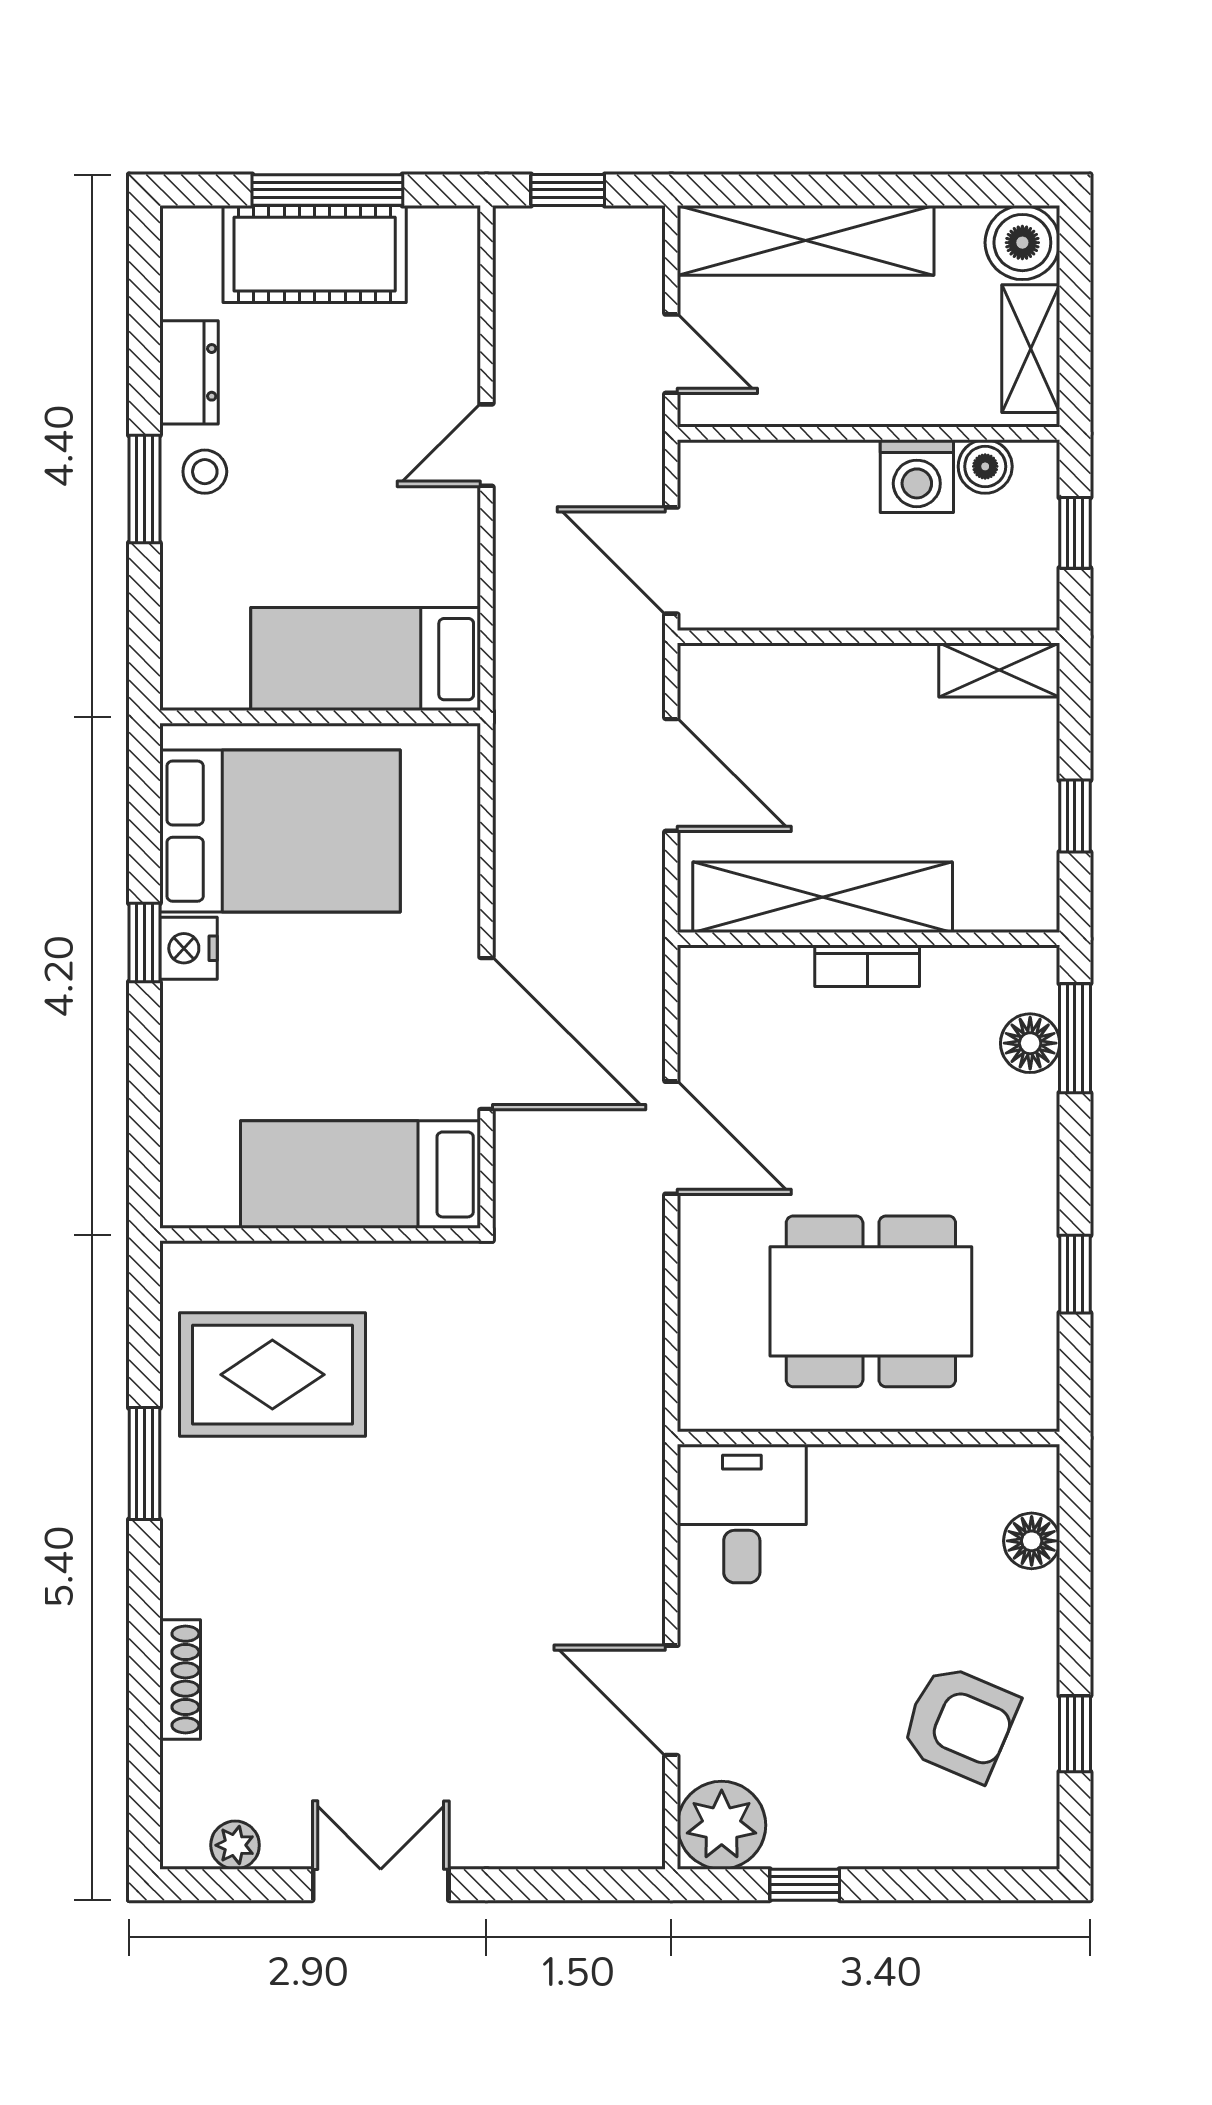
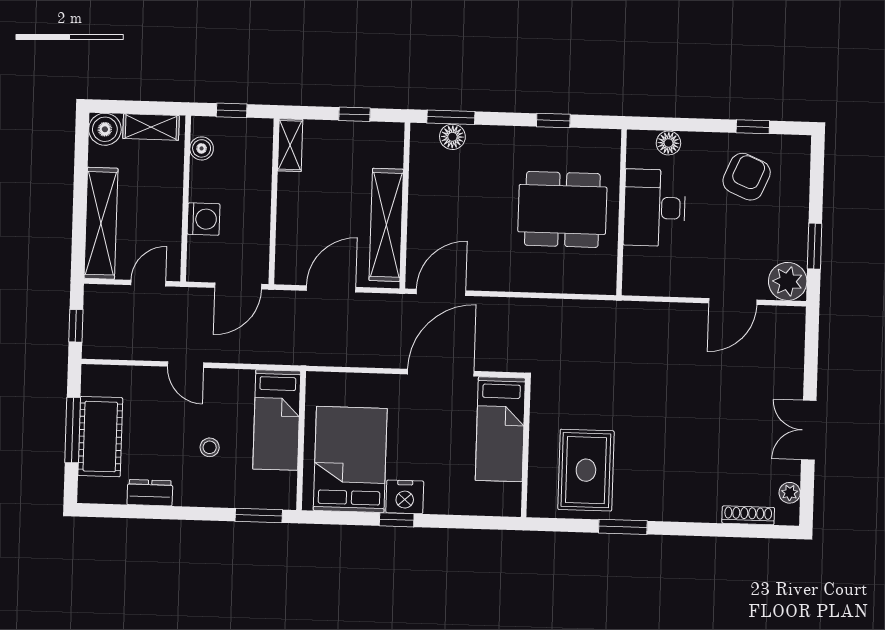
stool: (205, 472) -> (210, 447), moved
washing machine: (917, 476) -> (204, 219), moved
window: (144, 489) -> (259, 515), moved
nightstand: (188, 948) -> (405, 497), width x1.36, depth x1.33
bookcase: (867, 966) -> (417, 206), removed
door: (671, 1138) -> (441, 292), moved
dining table: (871, 1301) -> (562, 209), turned 90
desk: (742, 1513) -> (655, 208), moved, width x1.37
shoe rack: (180, 1680) -> (748, 515), moved
window: (805, 1885) -> (815, 246), width x1.50

